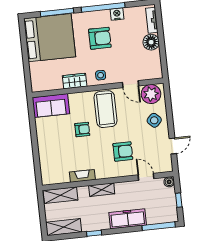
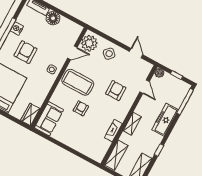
wardrobe: (75, 81) -> (30, 114), moved
door: (146, 177) -> (145, 87), swing flipped

